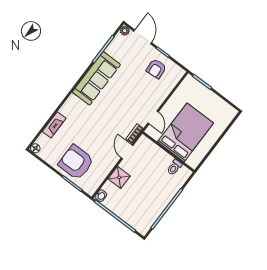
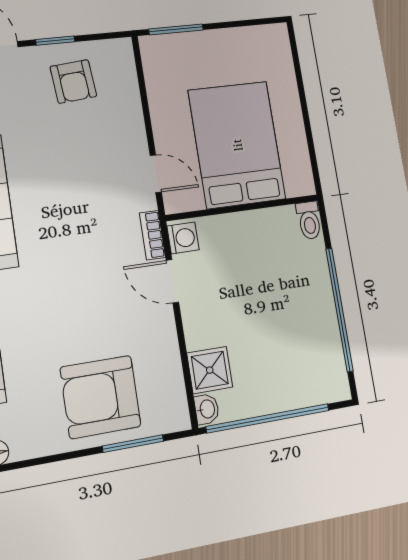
washing machine: (142, 143) -> (183, 238), added
toilet: (174, 167) -> (309, 220), moved
shower: (119, 177) -> (210, 370), moved

